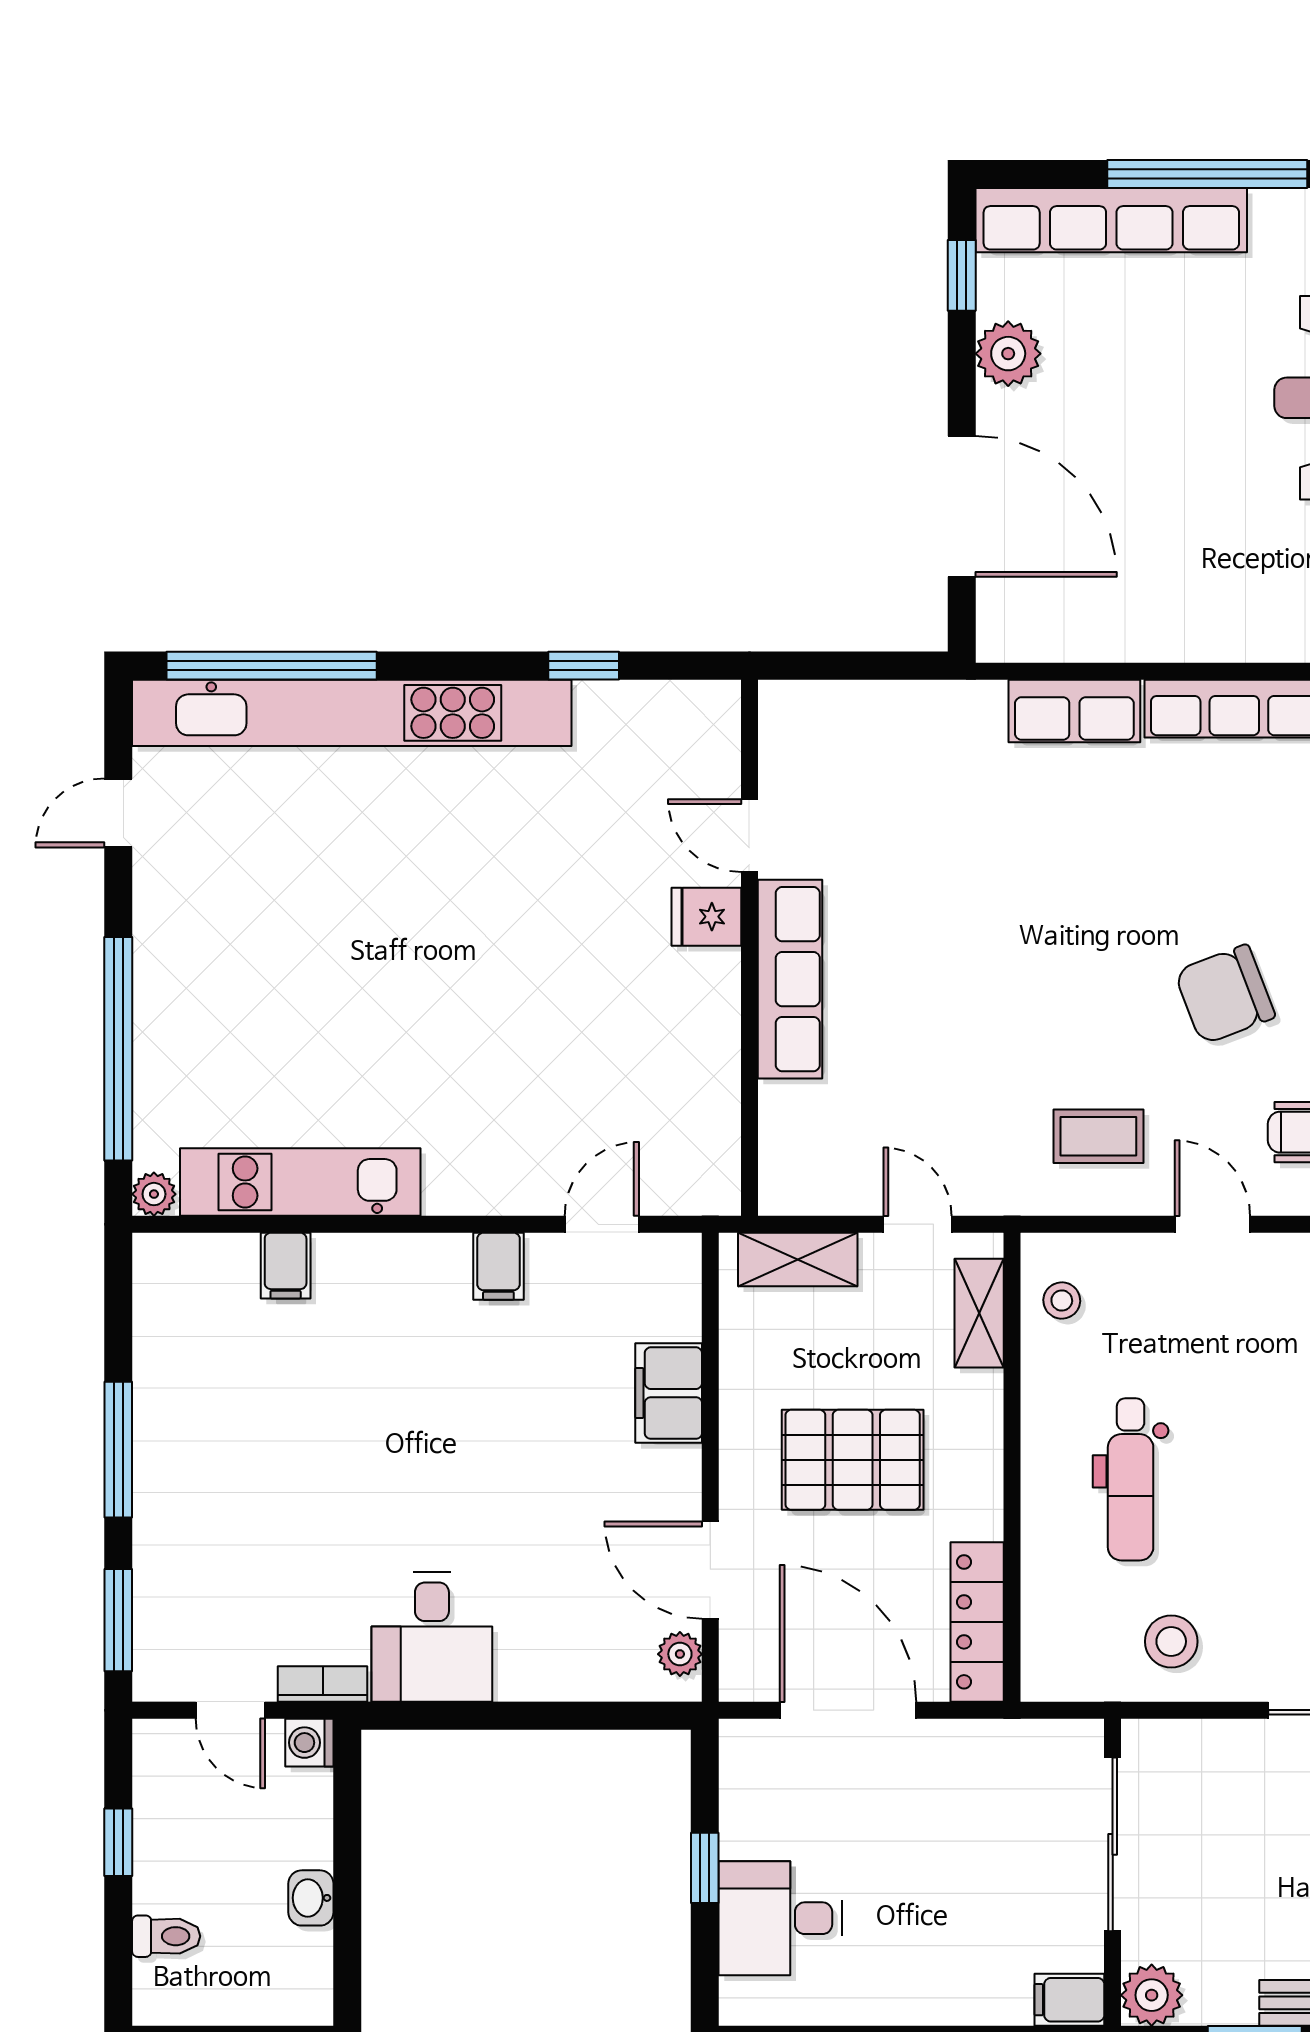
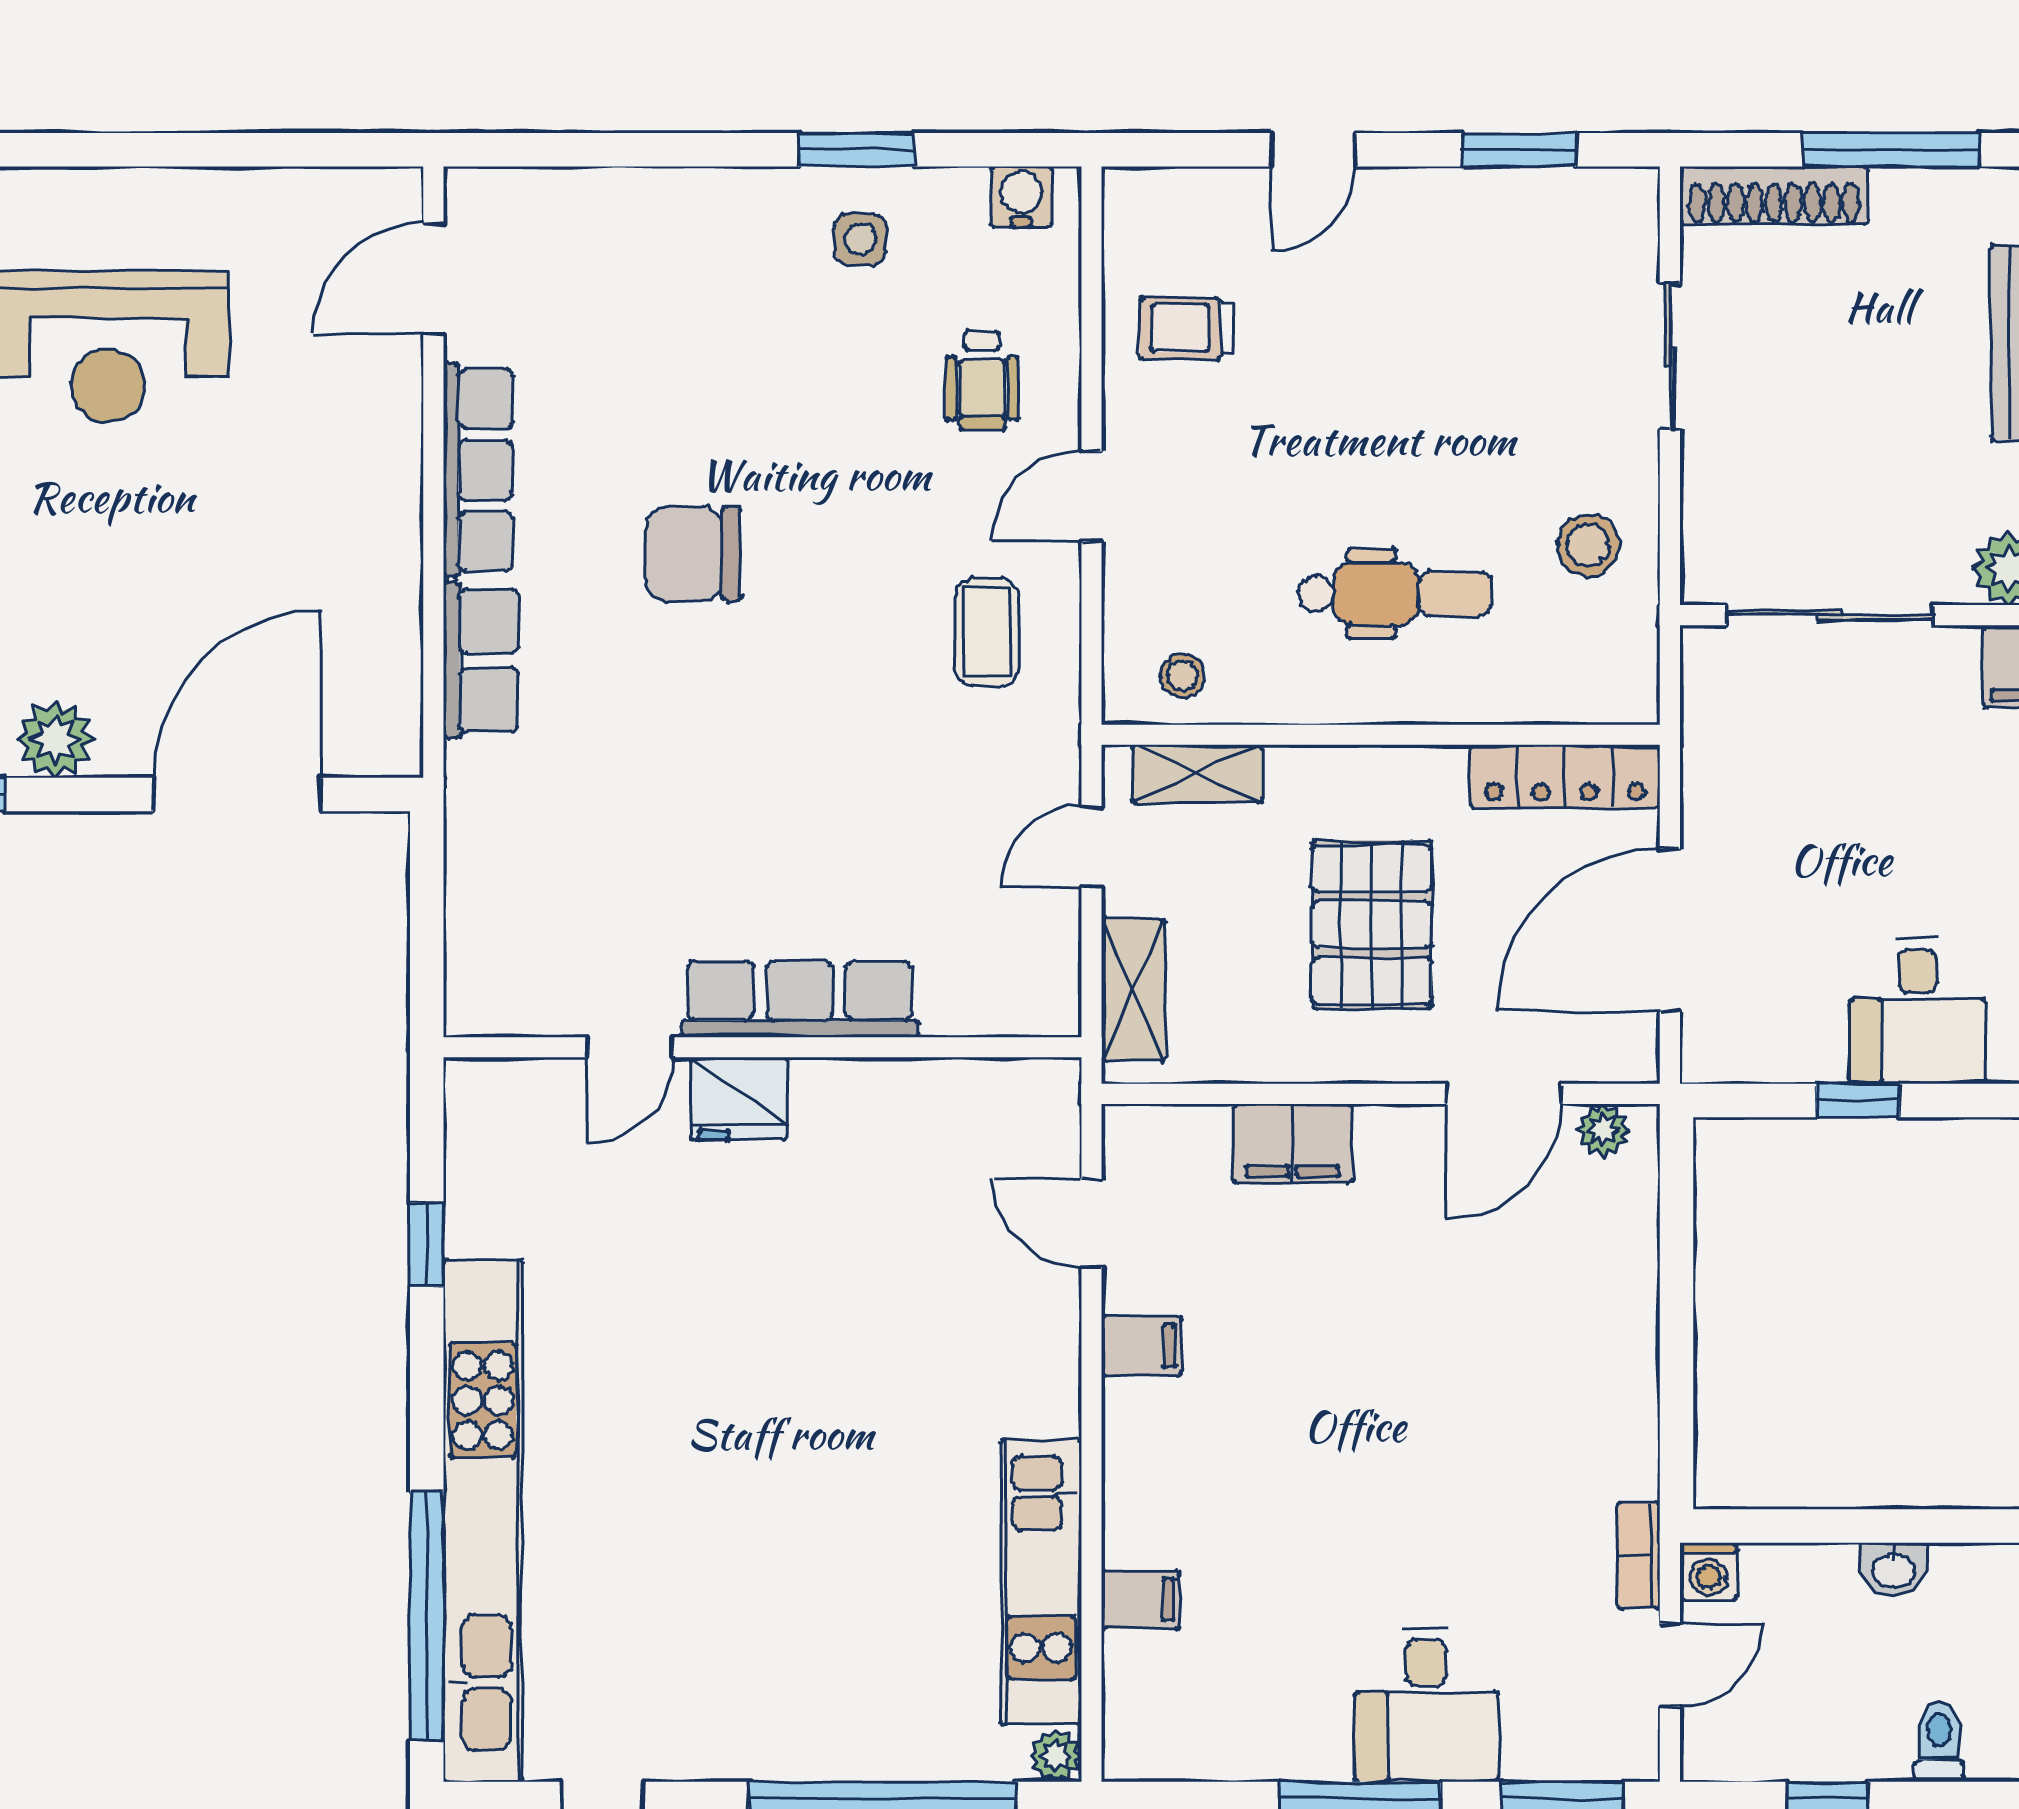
fridge: (706, 917) -> (739, 1099), width x1.38
chair: (1225, 994) -> (693, 554), moved, turned 111
desk: (432, 1637) -> (1426, 1705), moved, turned 90

